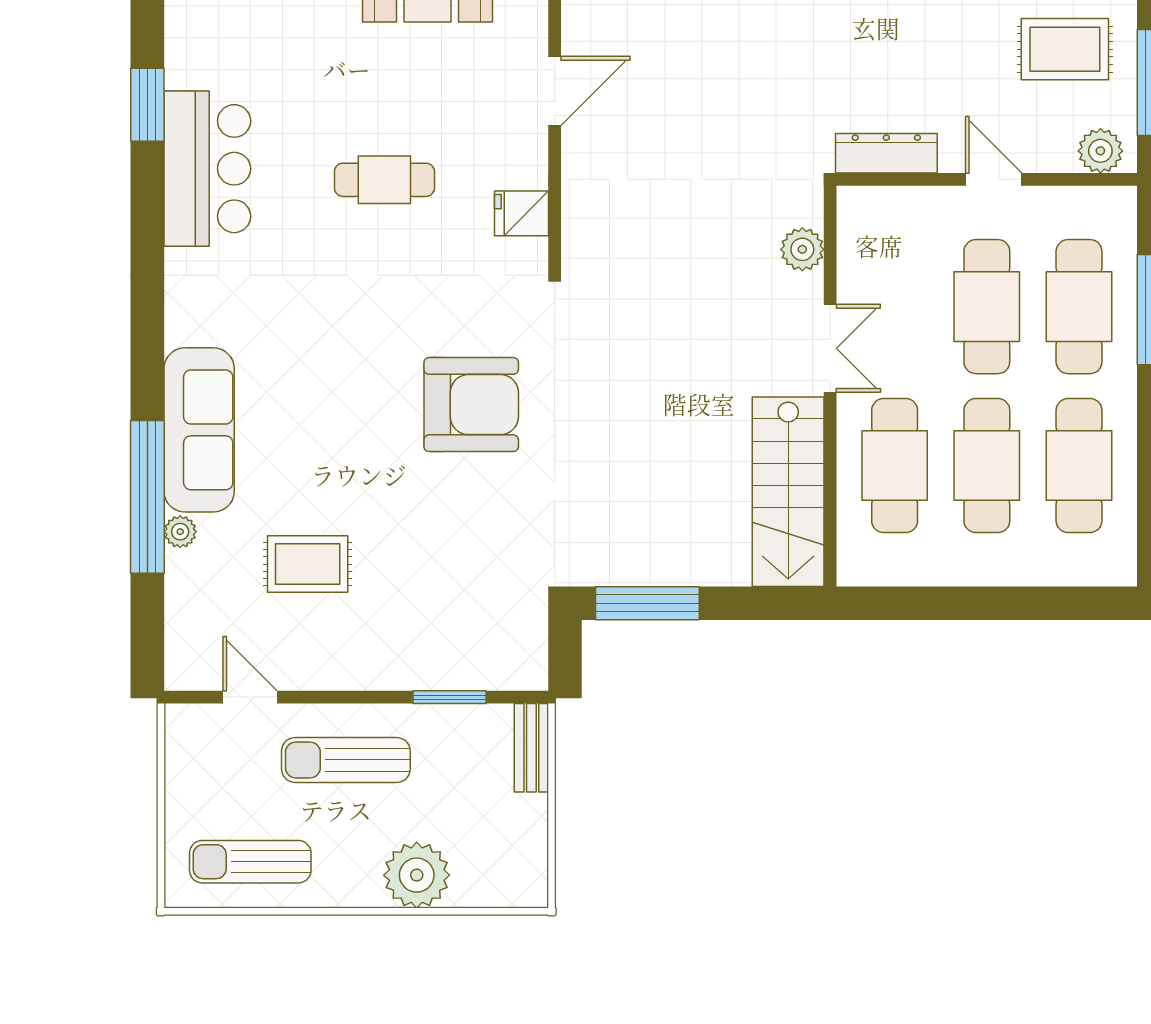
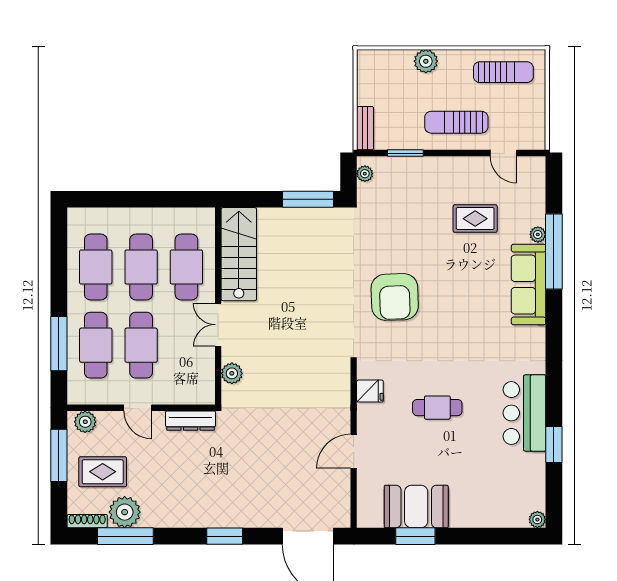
armchair: (471, 405) -> (395, 297), turned -92
plant: (532, 655) -> (365, 174), added
sun lounger: (346, 760) -> (456, 122), turned 180
plant: (417, 875) -> (426, 61), width x0.73, depth x0.73

